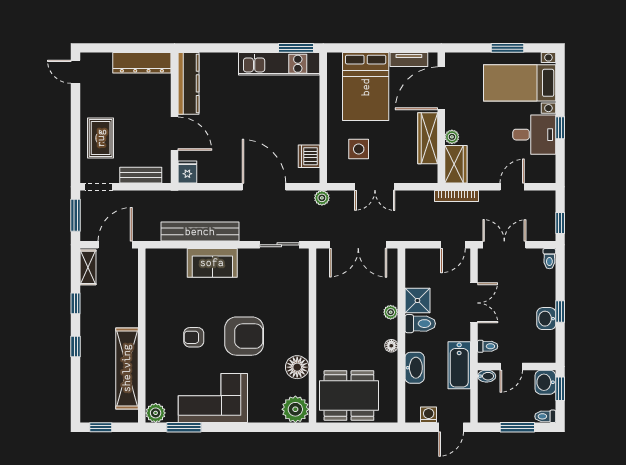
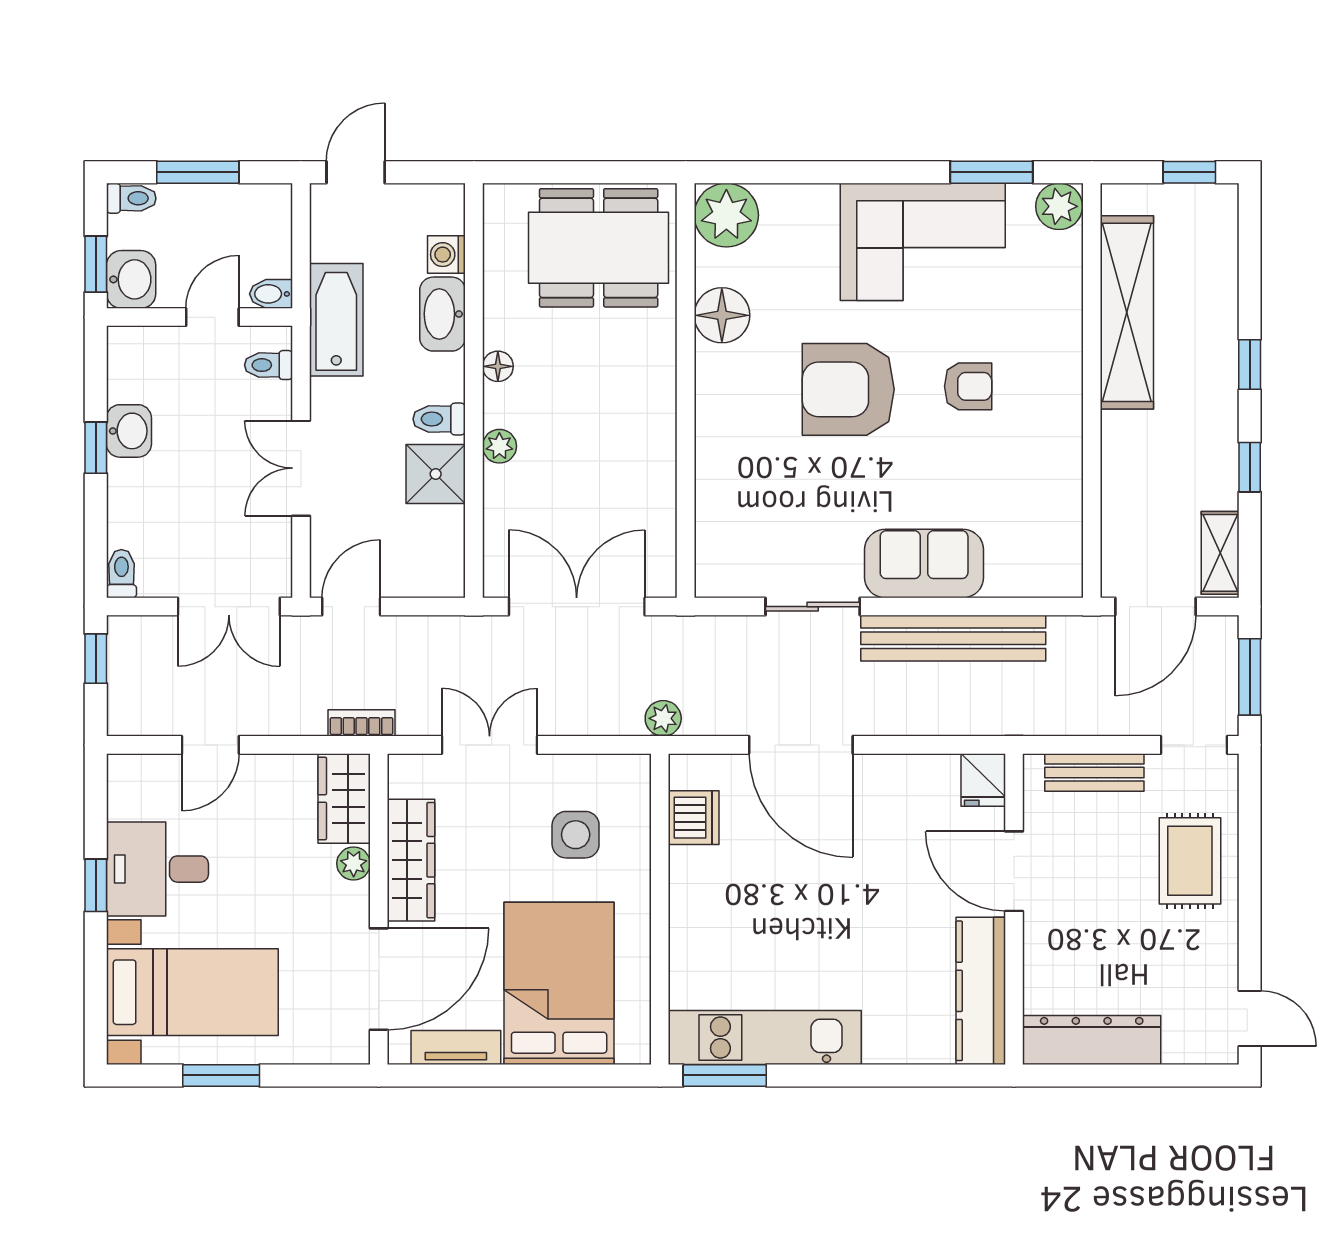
double door: (375, 187) -> (490, 745), moved
bookcase: (456, 196) -> (361, 723), width x0.64
sliding door: (279, 245) -> (813, 607), moved
toilet: (420, 324) -> (439, 419), width x0.73, depth x0.72
washing machine: (429, 415) -> (446, 255), moved, turned 90

